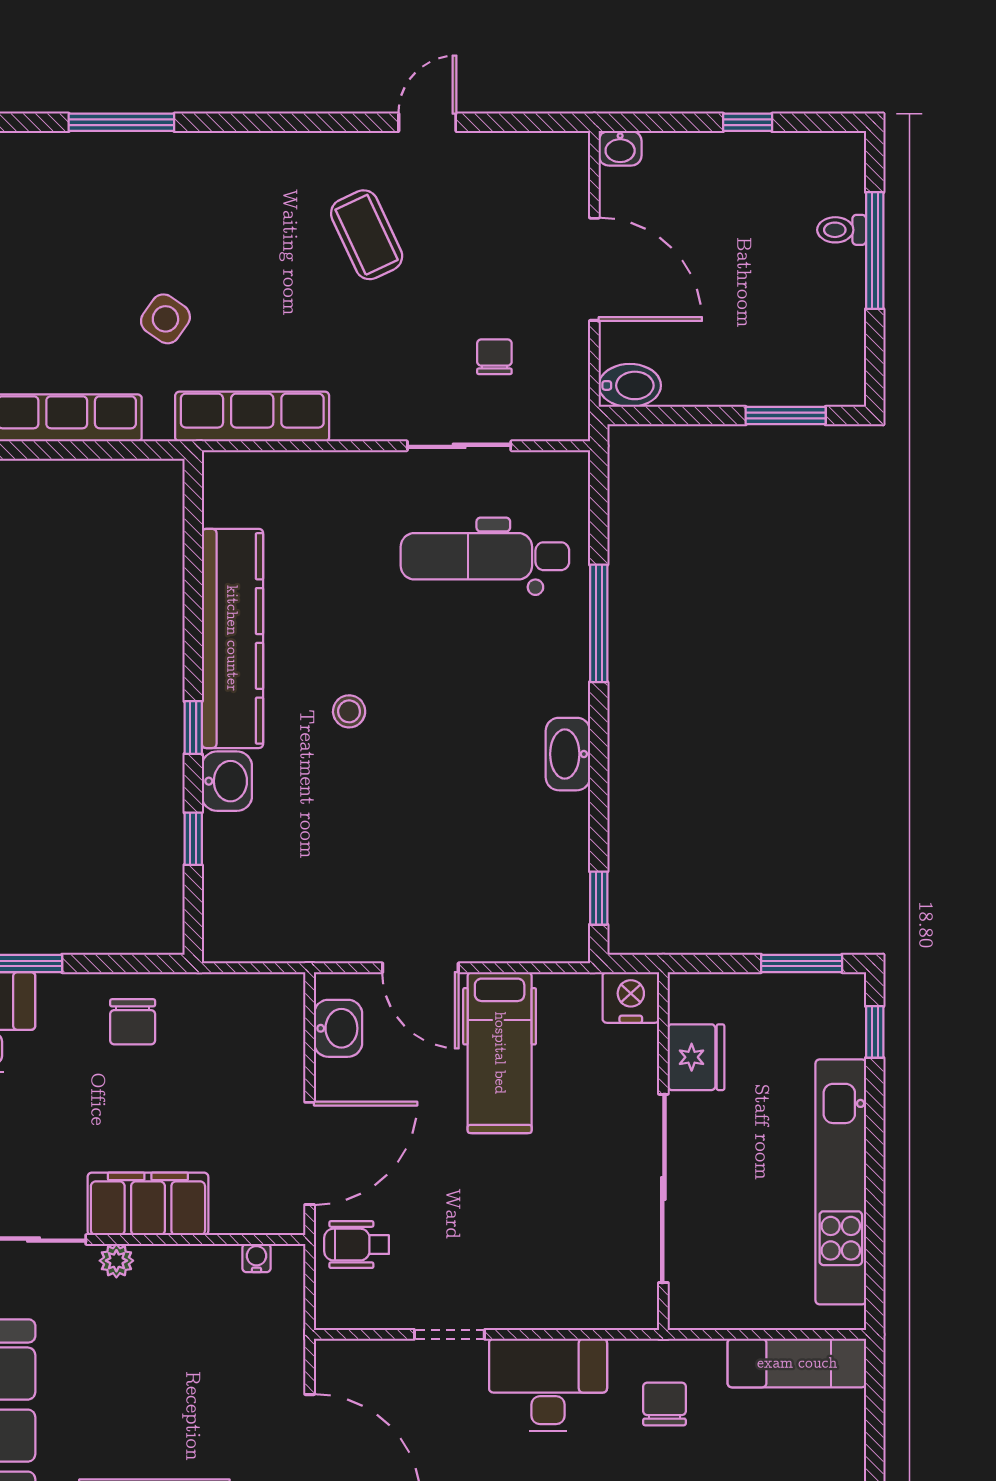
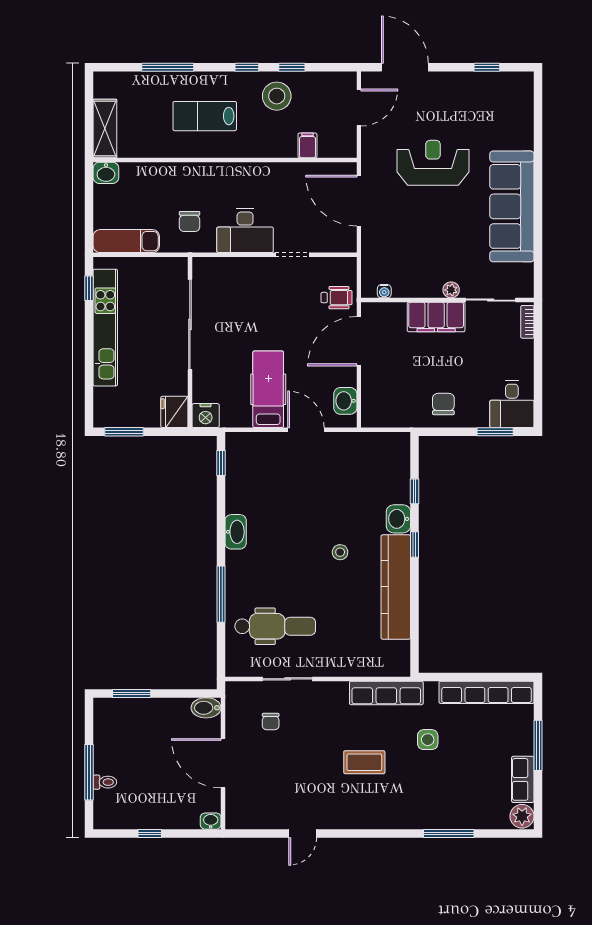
coffee table: (367, 235) -> (364, 762), moved, turned -65
side table: (165, 319) -> (428, 740), turned -35
window: (875, 1032) -> (89, 288), moved
fridge: (696, 1057) -> (174, 412), moved

